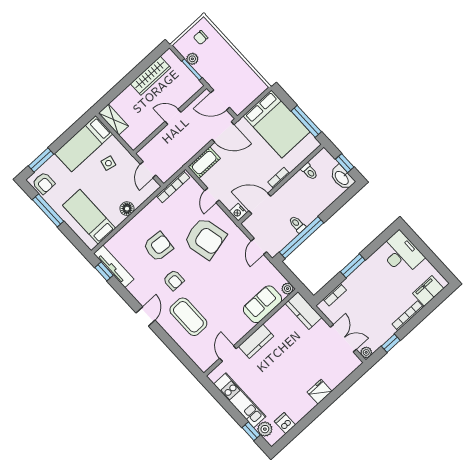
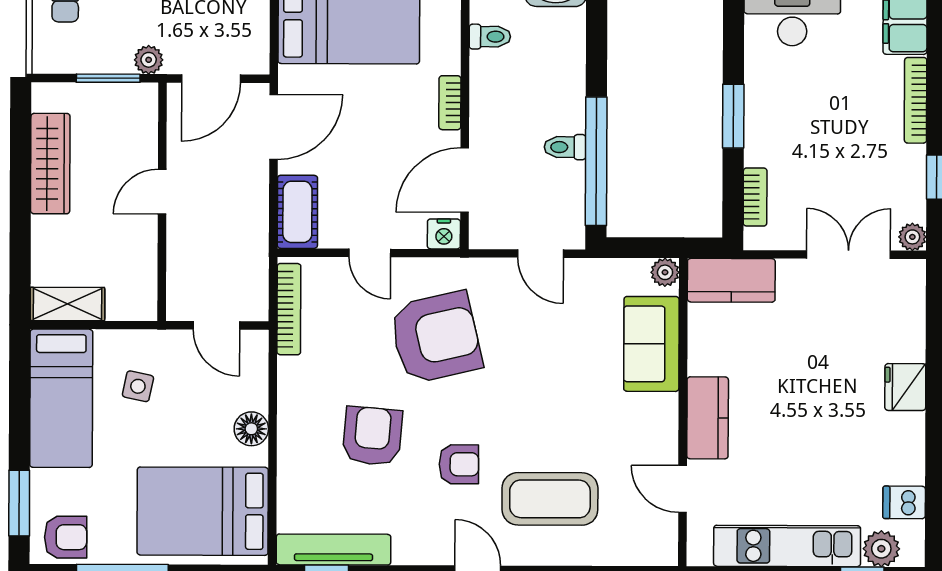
plant: (192, 59) -> (149, 60), moved
bed: (89, 217) -> (203, 511), width x1.50

